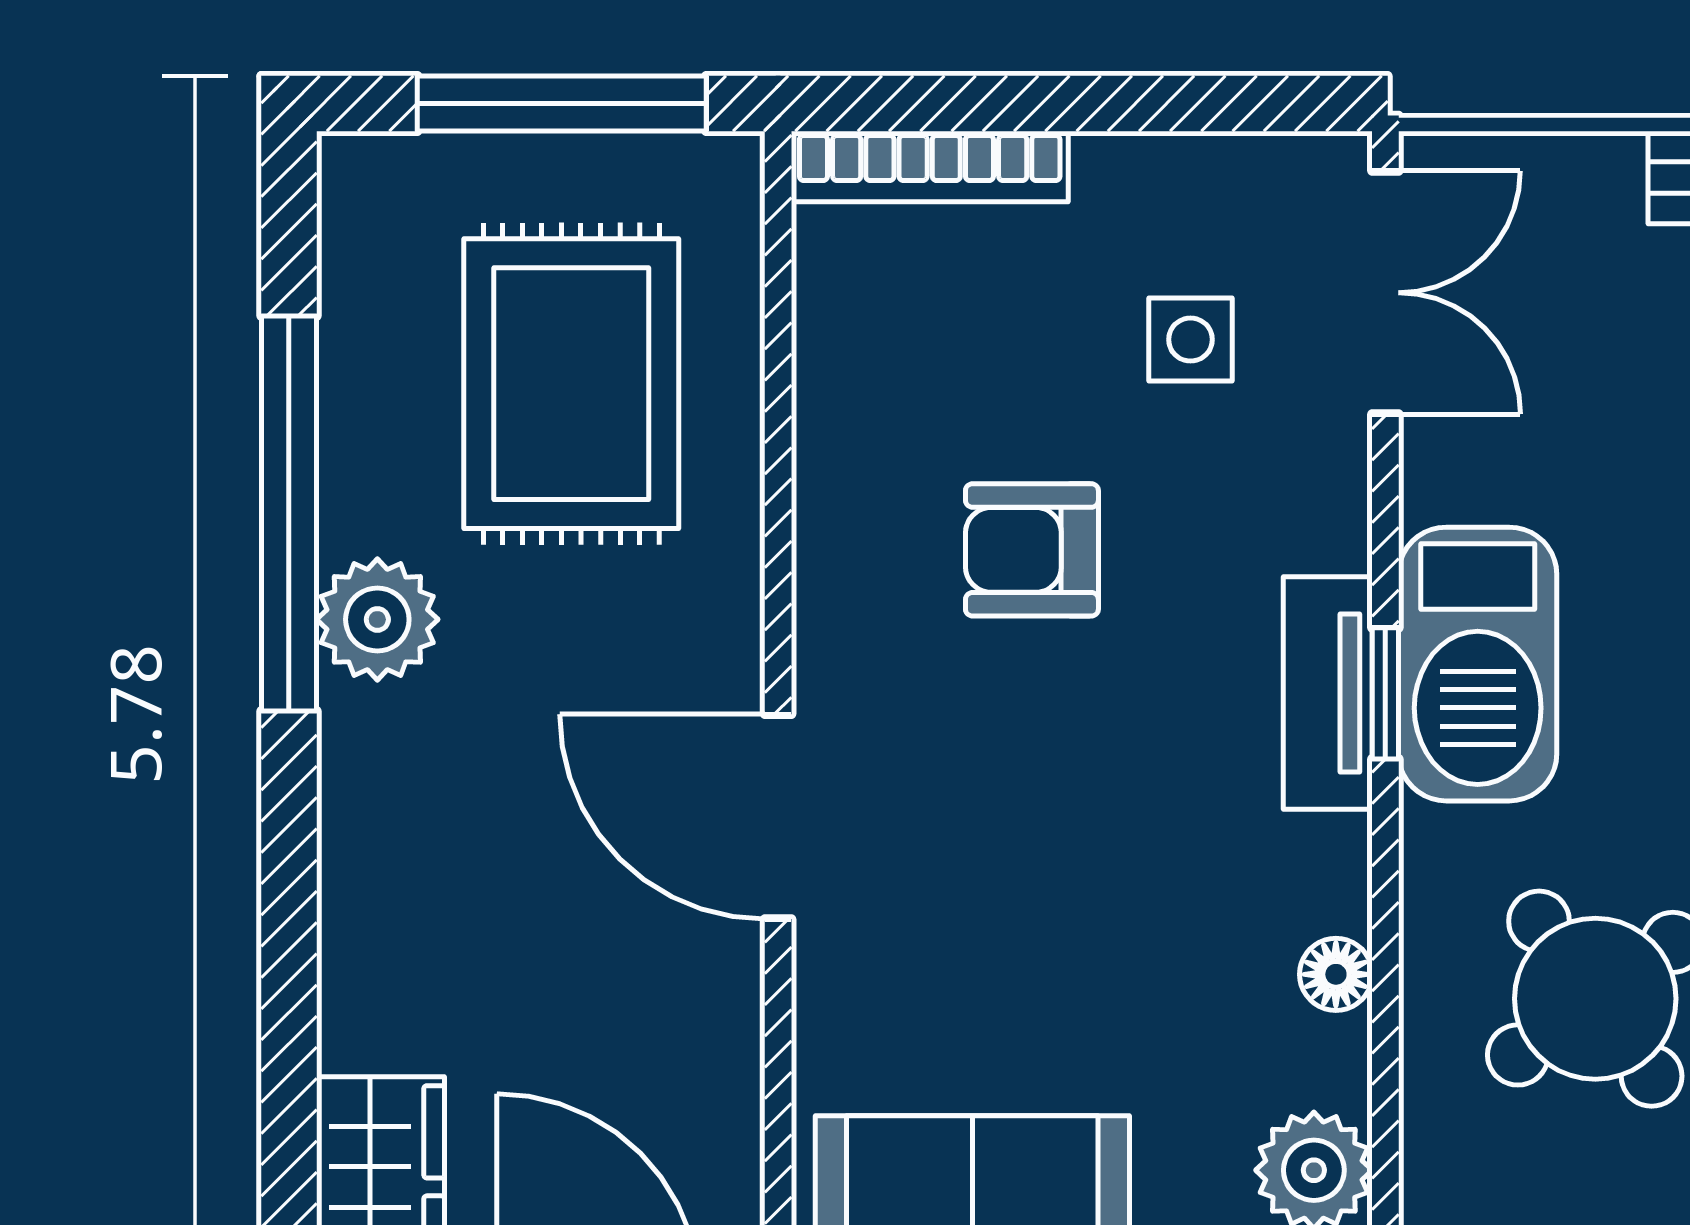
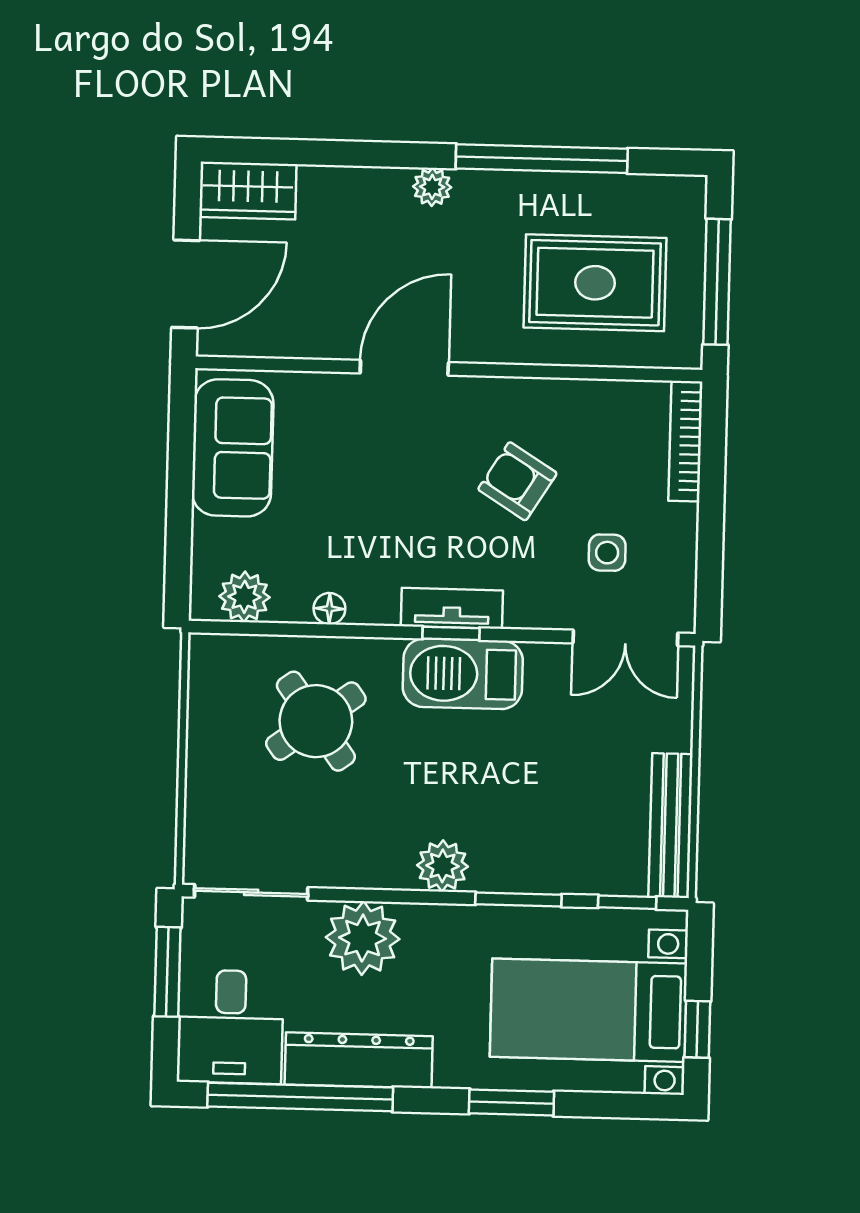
armchair: (1032, 550) -> (517, 481), turned -58
plant: (377, 619) -> (432, 187), moved, width x0.73, depth x0.73

